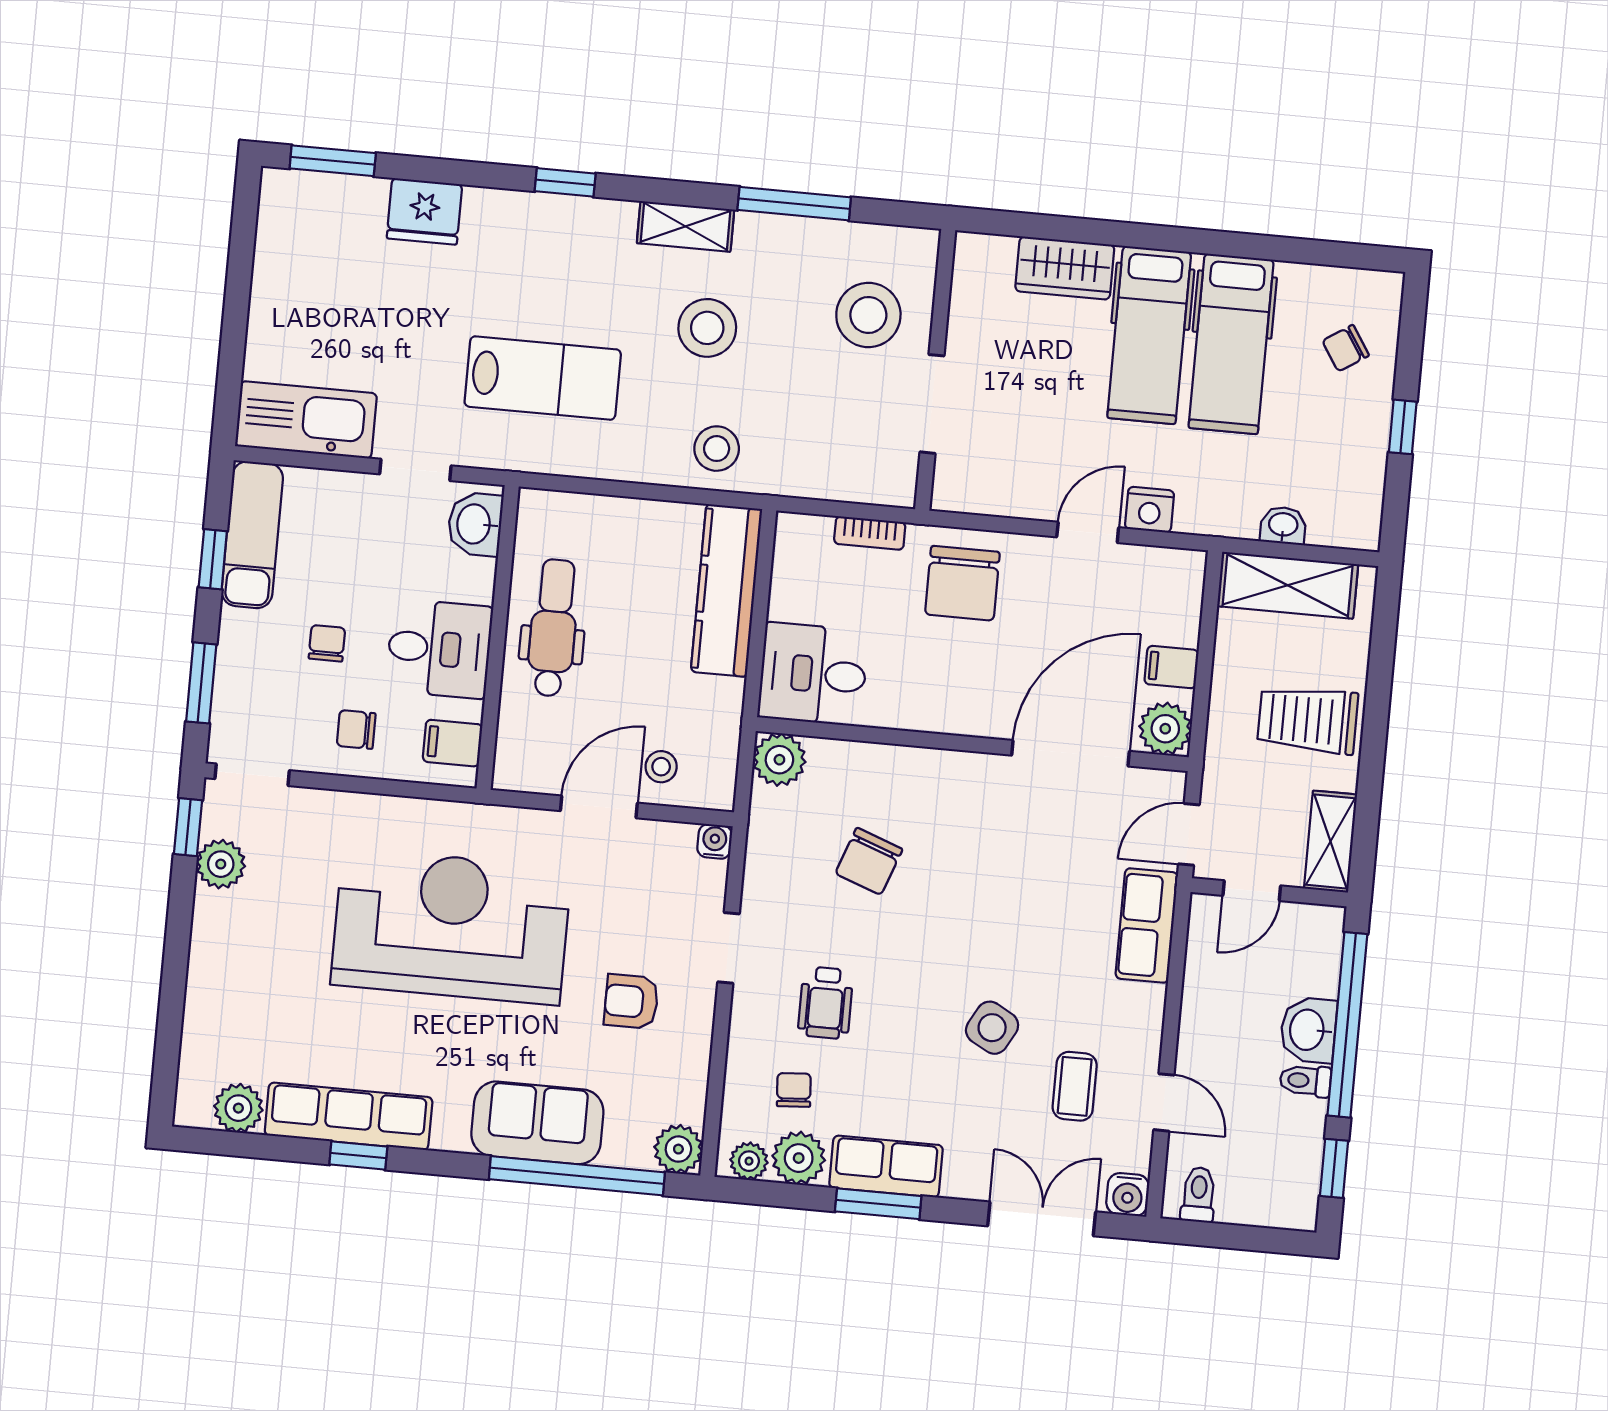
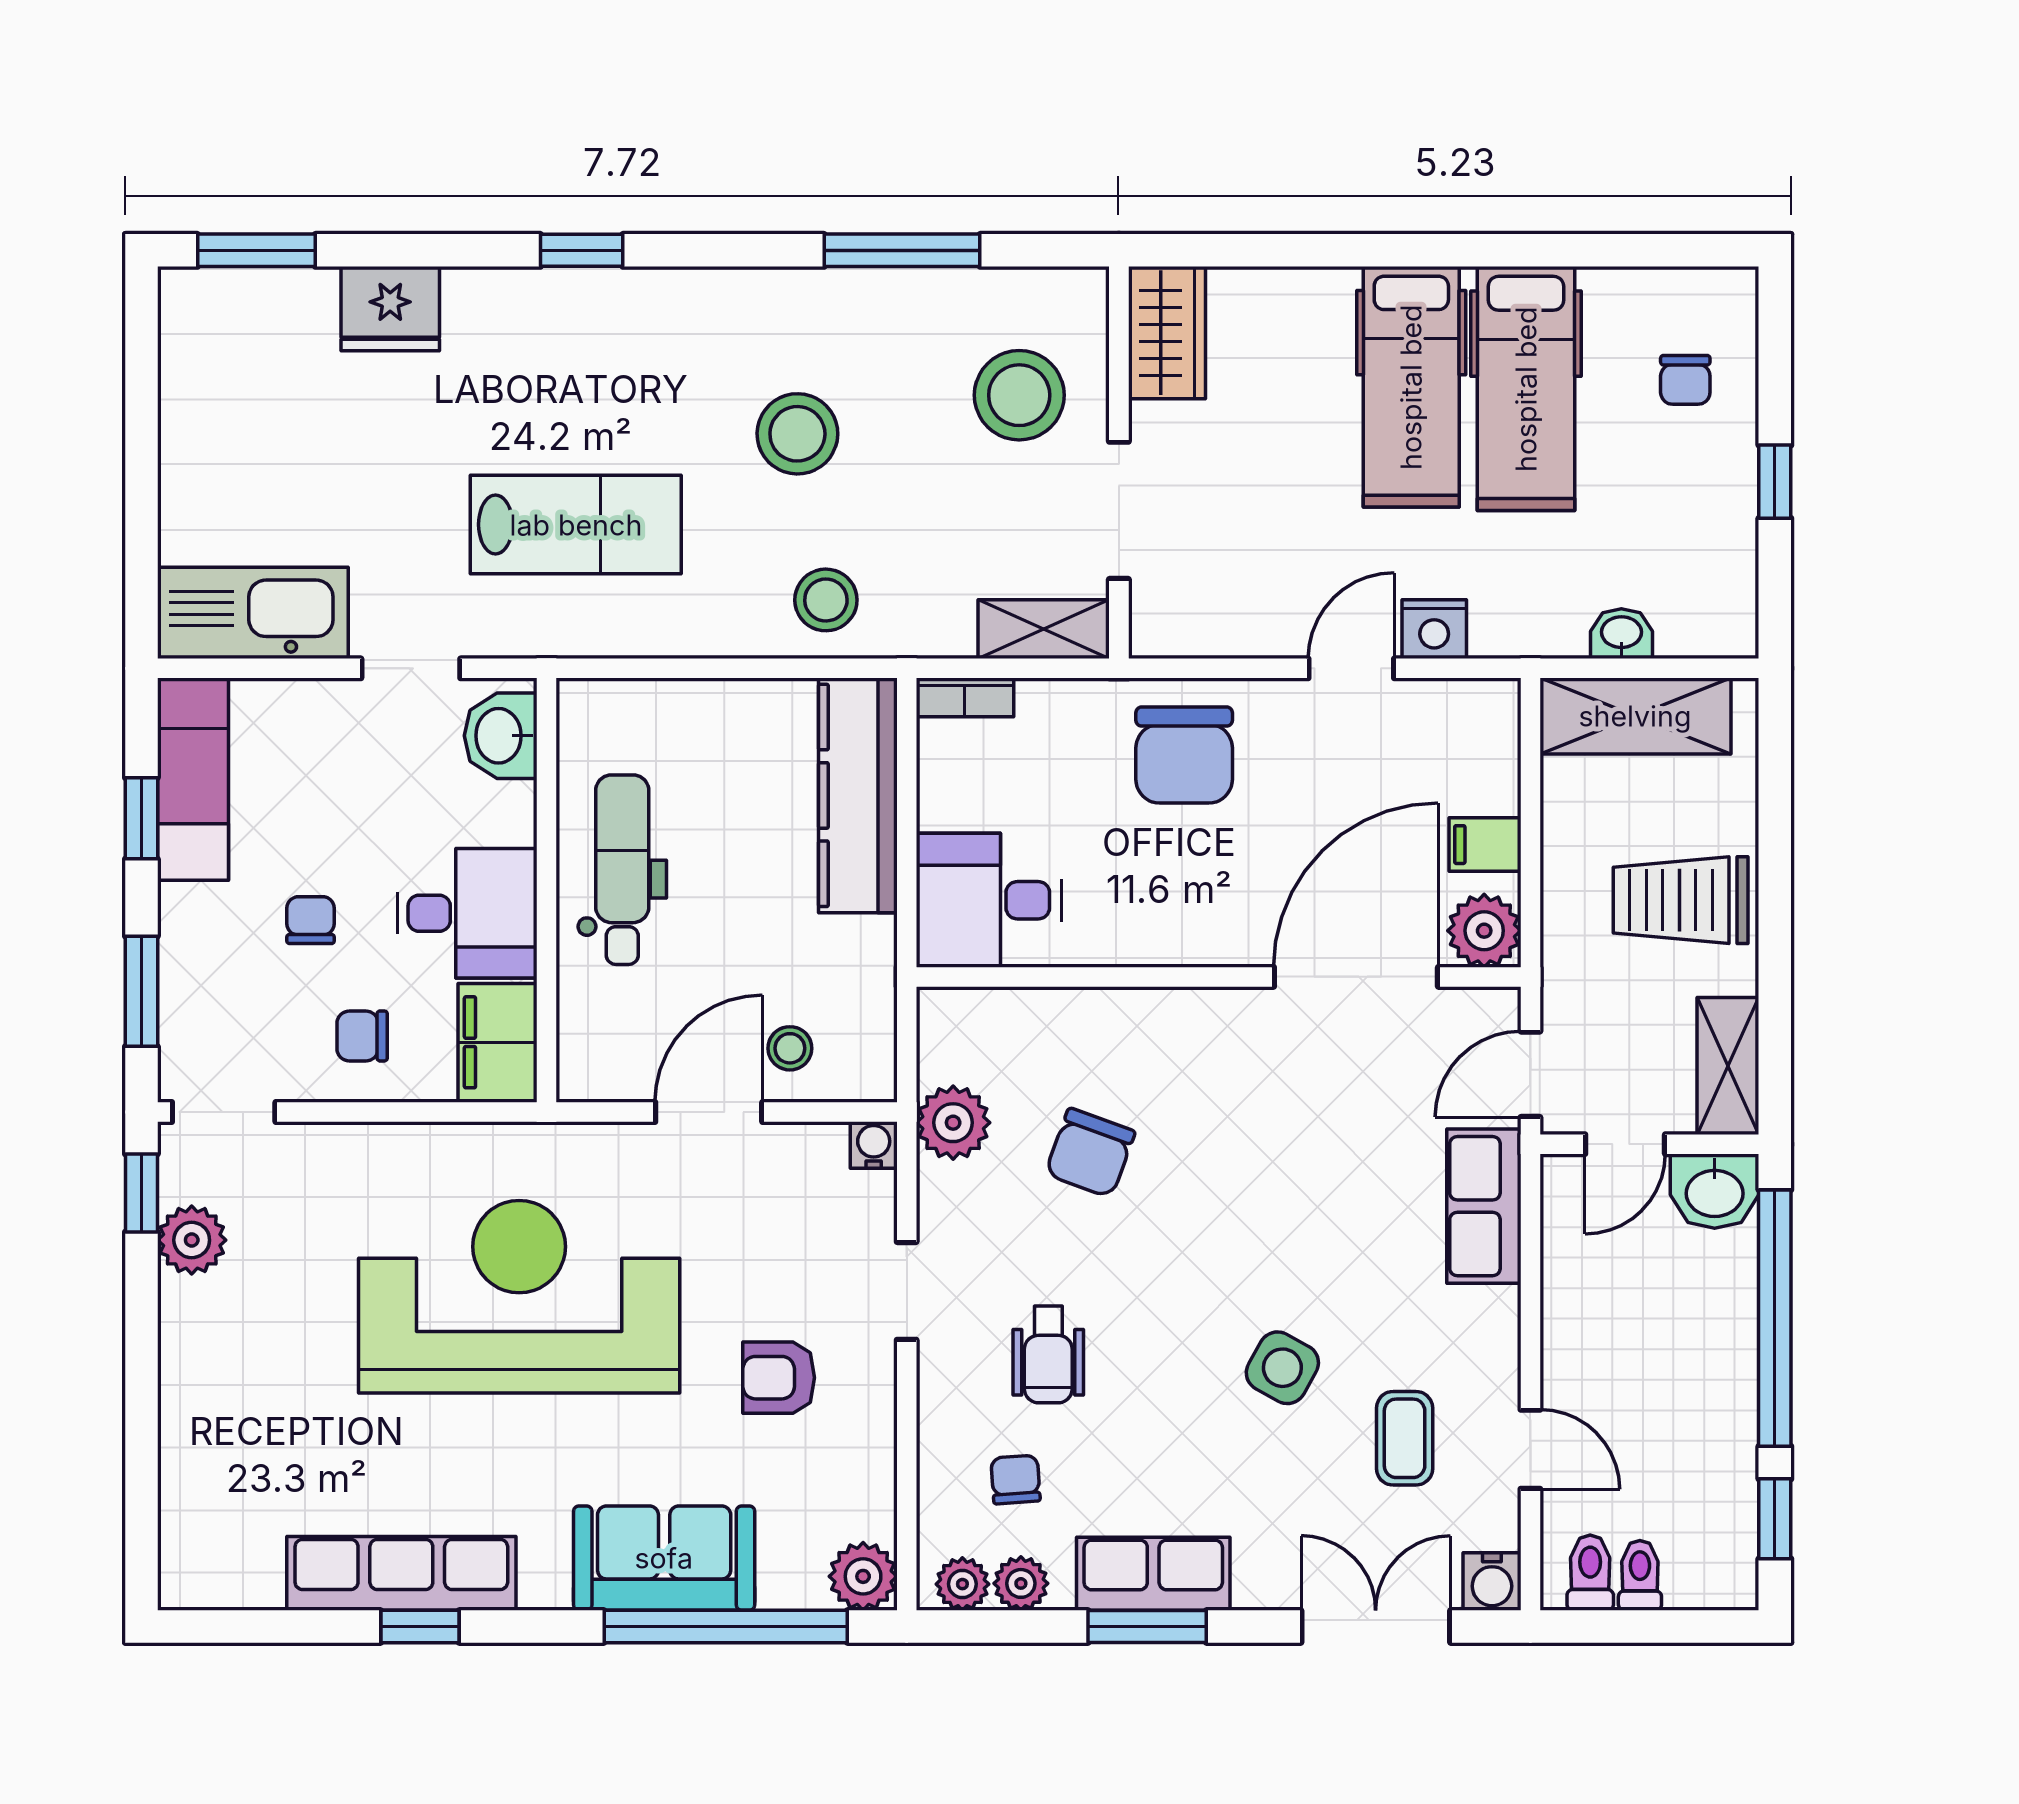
shelving: (685, 226) -> (1044, 629), moved
wardrobe: (1065, 268) -> (1167, 333), moved, turned -90
chair: (1346, 348) -> (1685, 380), turned -57
bookcase: (870, 533) -> (965, 697), moved
filing cabinet: (453, 743) -> (498, 1042), width x2.00
plant: (779, 760) -> (953, 1123), moved
washbasin: (1308, 1030) -> (1715, 1191), moved, turned -90
toilet: (1305, 1081) -> (1640, 1575), moved, turned 90
plant: (238, 1108) -> (248, 1576), removed
plant: (799, 1158) -> (1021, 1583), width x0.73, depth x0.73

